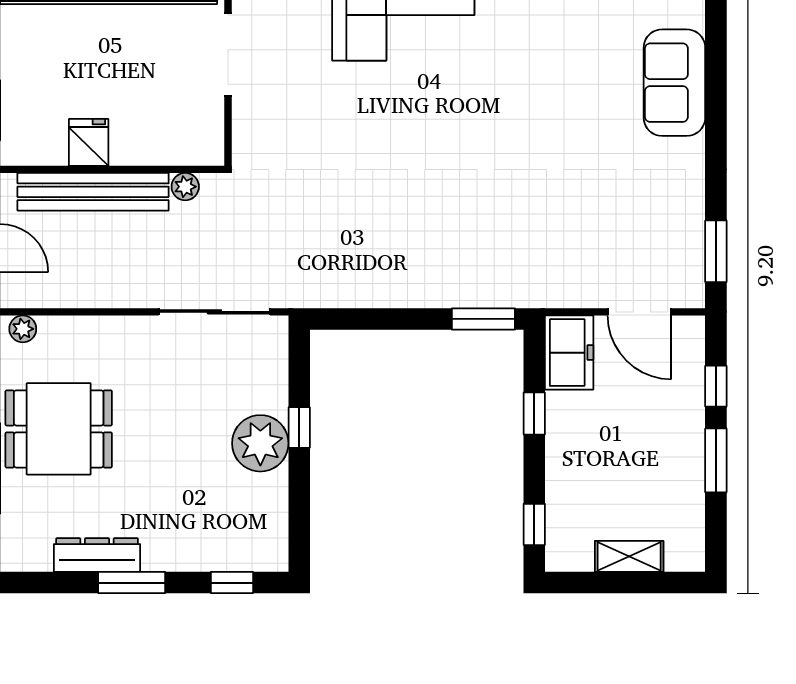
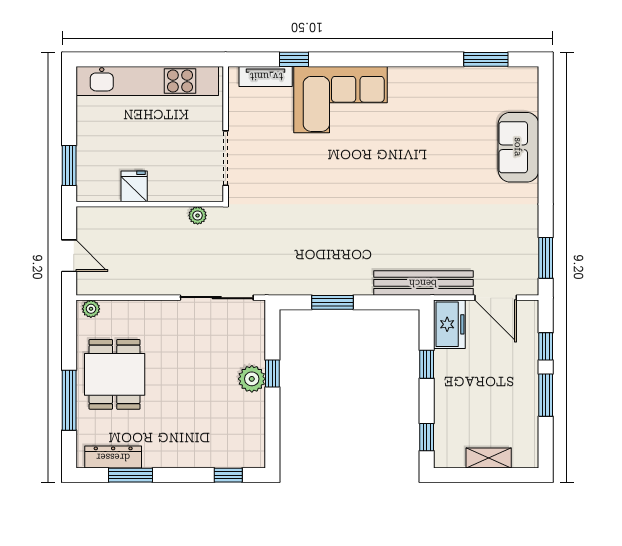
doorway: (228, 55) -> (226, 158), moved
bench: (93, 192) -> (423, 283), moved
window: (483, 319) -> (333, 302), moved
dining table: (59, 429) -> (115, 374), turned 90
plant: (260, 443) -> (252, 379), width x0.73, depth x0.73
dresser: (97, 555) -> (113, 457), moved
window: (132, 583) -> (130, 475), moved

